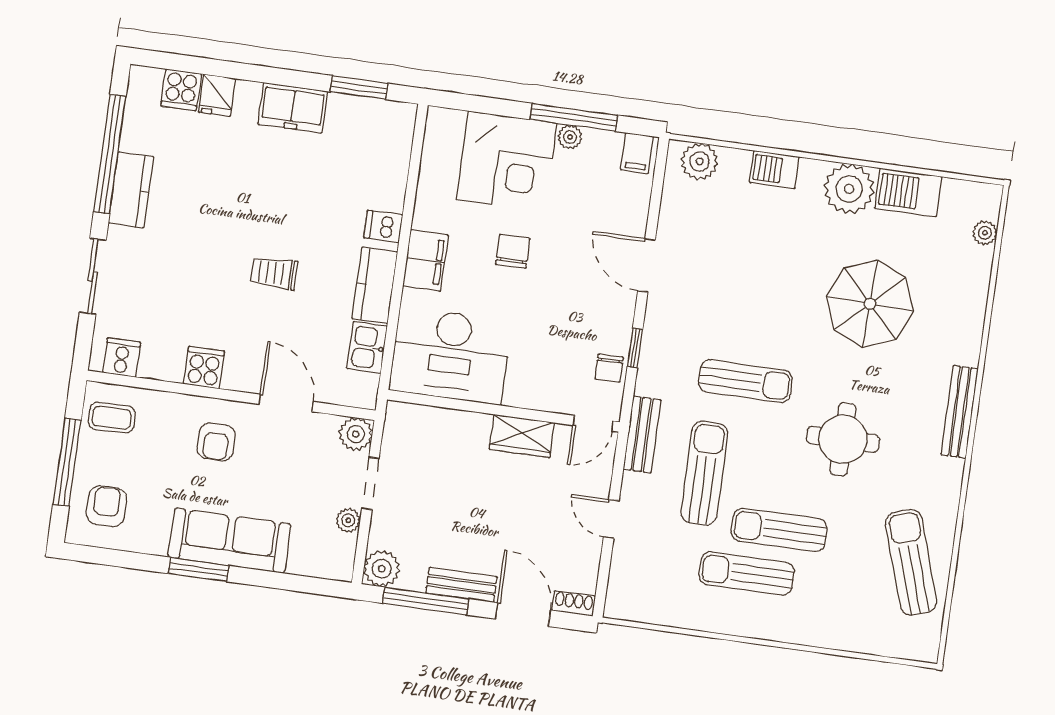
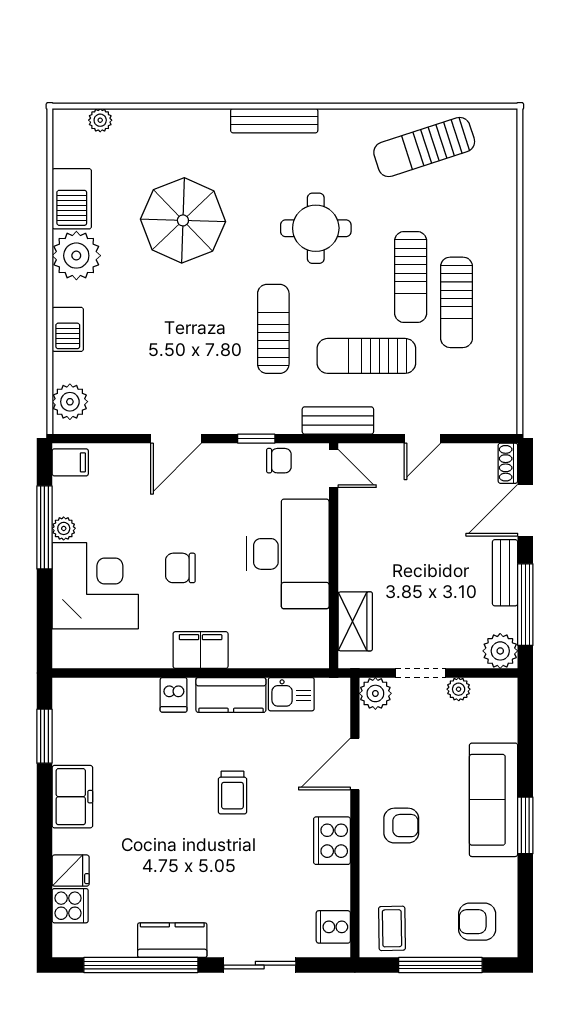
desk: (450, 356) -> (288, 554), moved
cooker: (204, 368) -> (332, 841), width x1.36
wardrobe: (522, 436) -> (355, 621), moved

